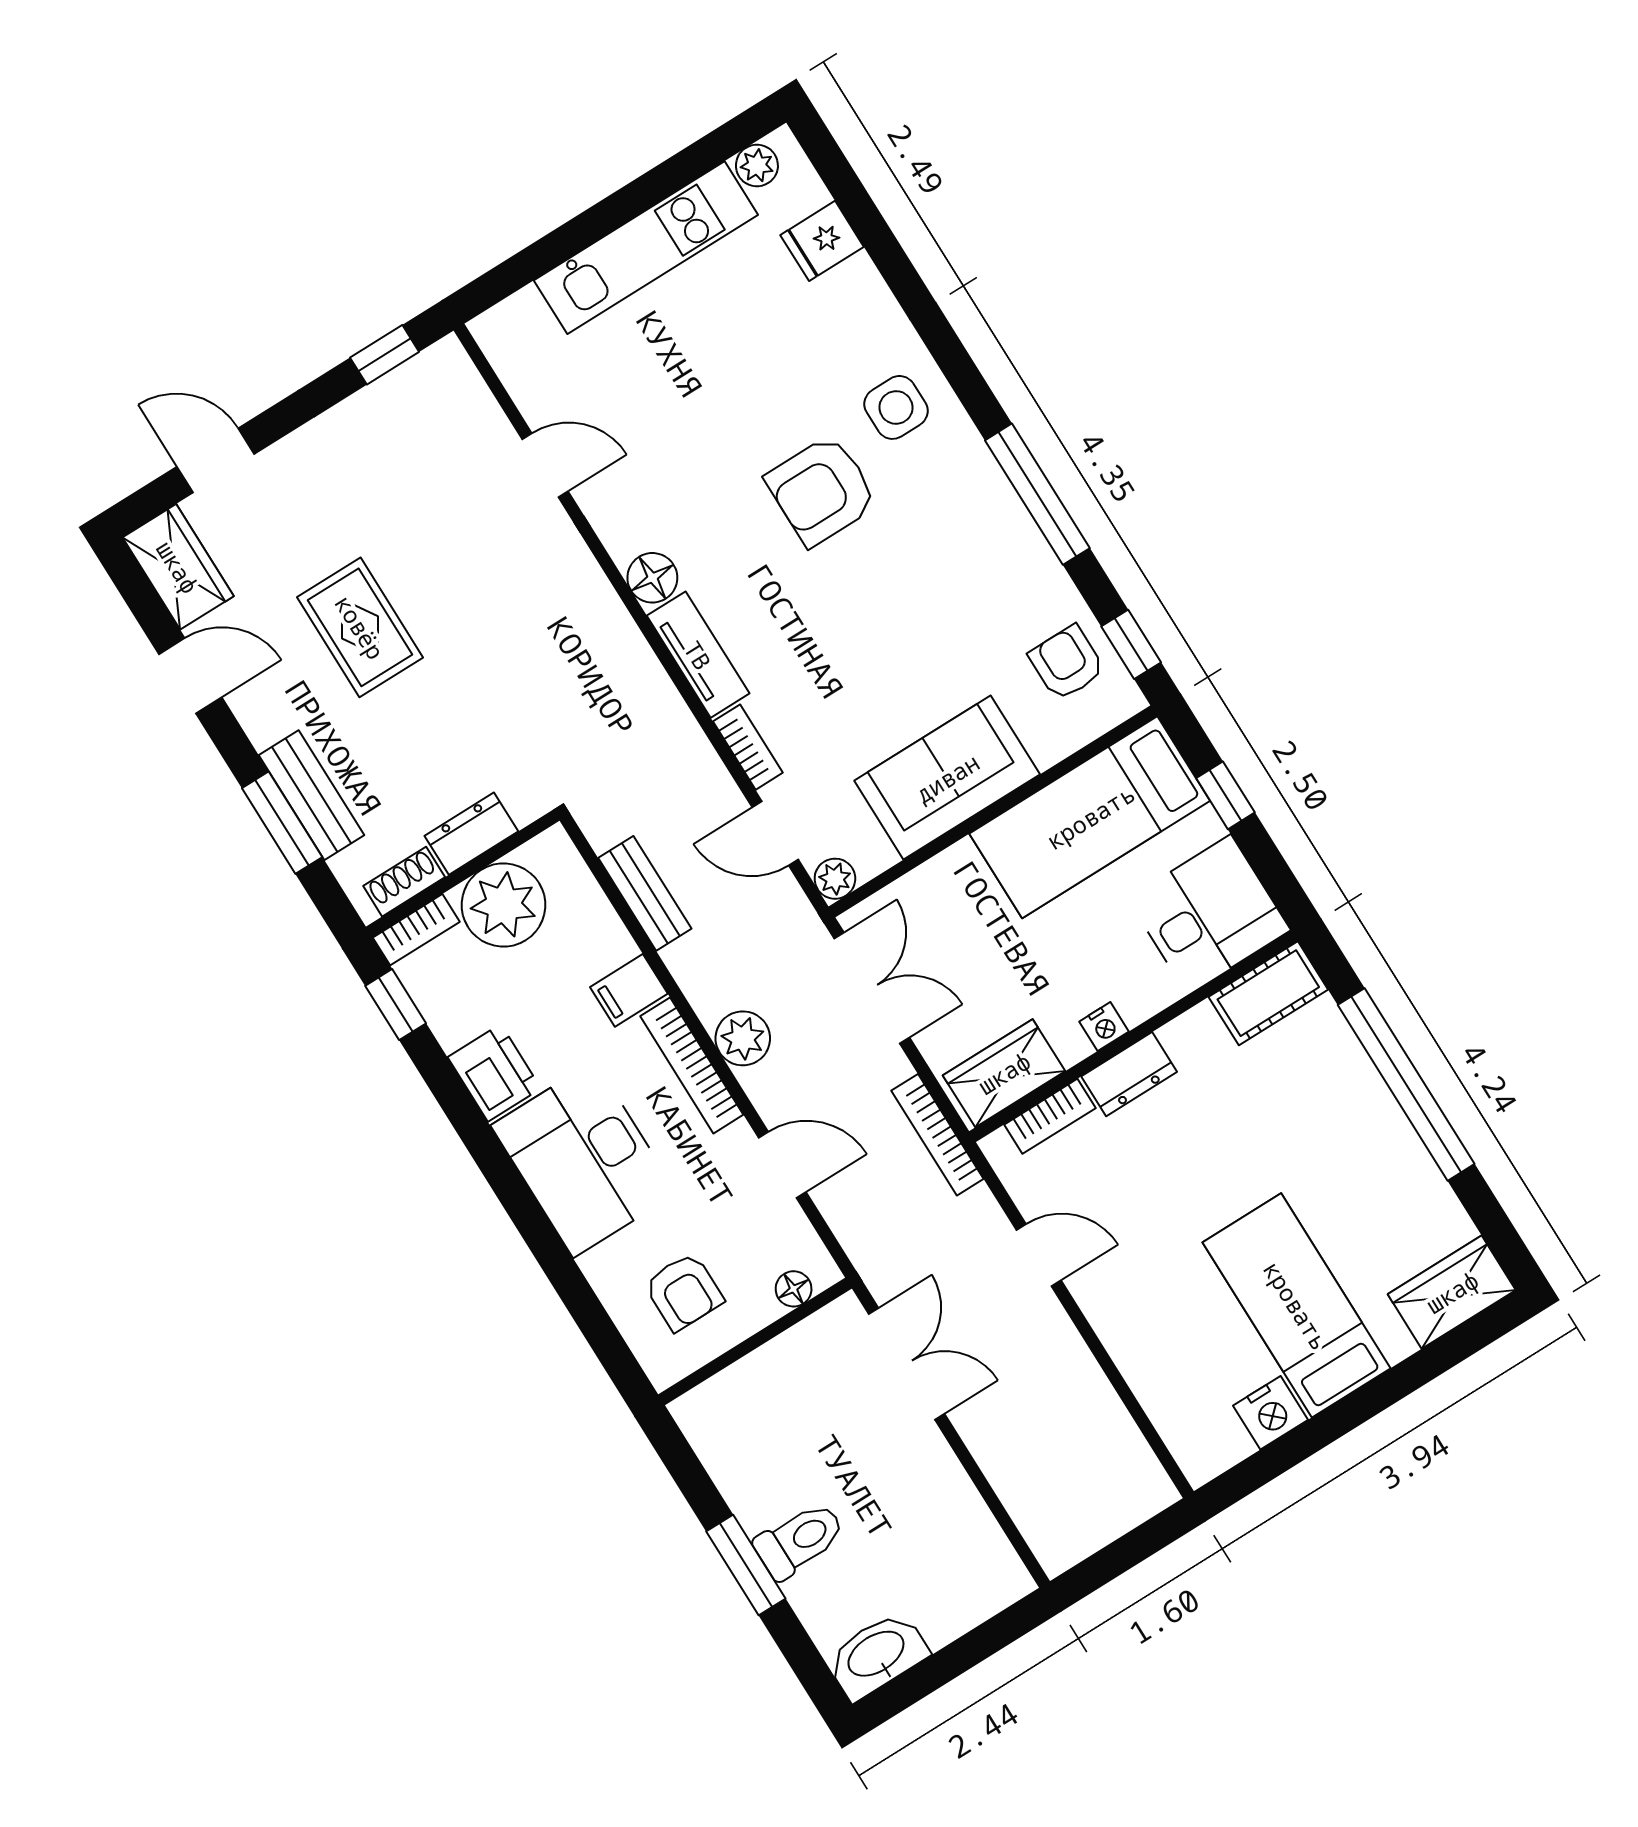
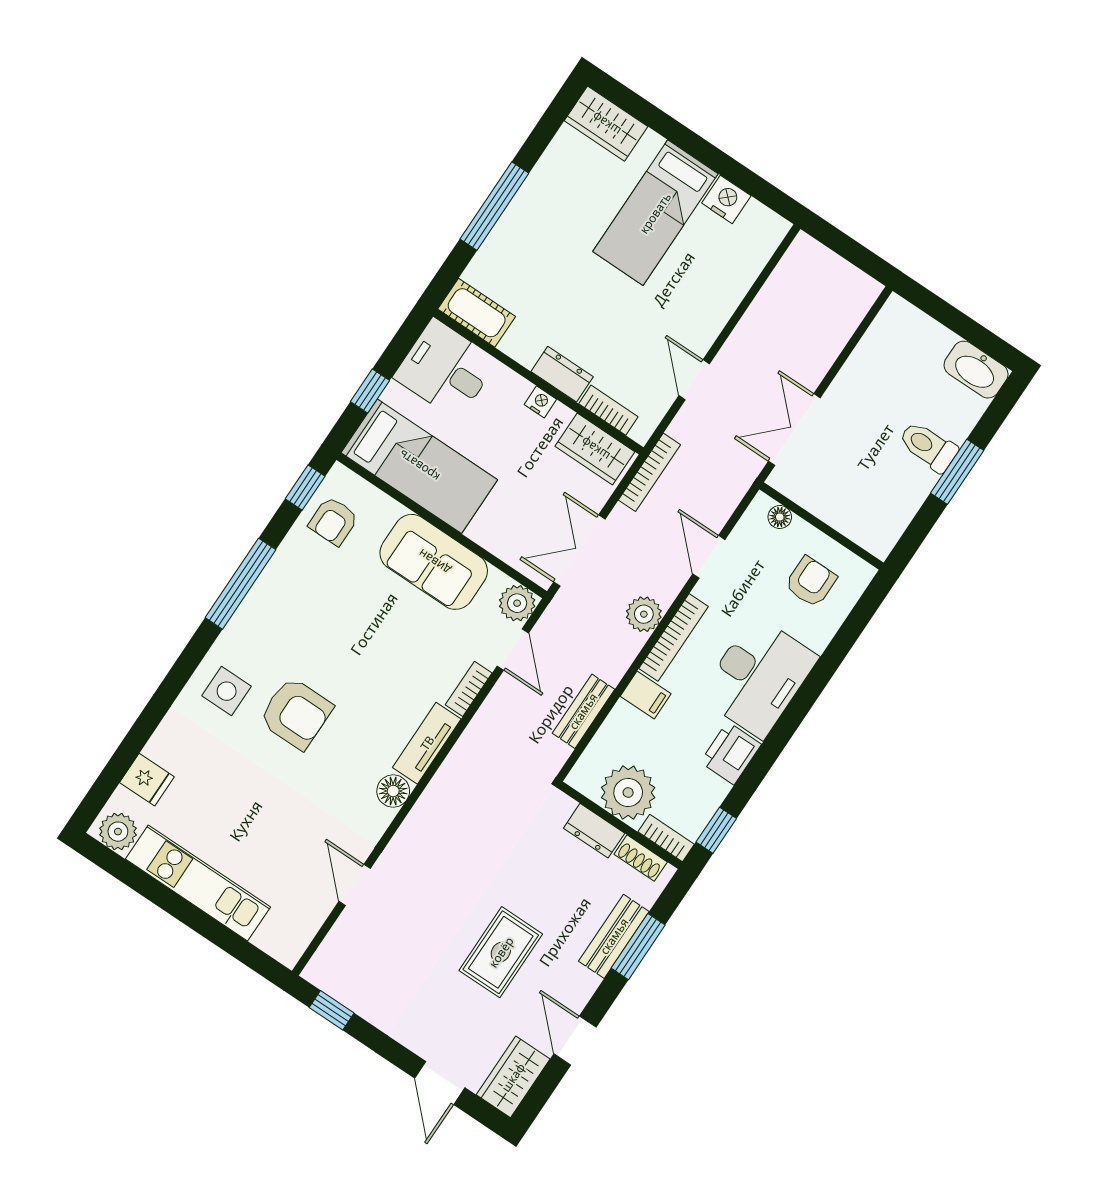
plant: (757, 165) -> (118, 832), width x1.38, depth x1.38
plant: (835, 879) -> (517, 603), width x1.38, depth x1.38
window: (1406, 1084) -> (494, 206), width x0.68

